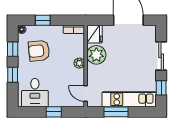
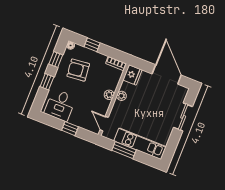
plant: (96, 55) -> (121, 96), width x0.53, depth x0.53
window: (161, 88) -> (172, 145), removed

